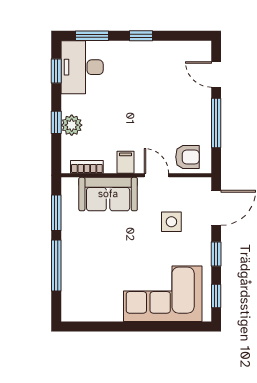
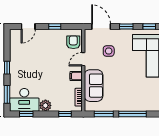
window: (56, 122) -> (65, 114), moved
window: (216, 123) -> (55, 27), width x0.46
plant: (72, 125) -> (45, 105), moved

